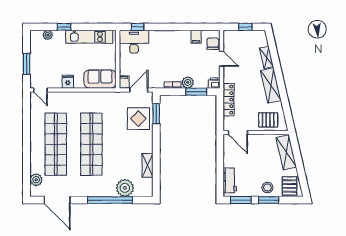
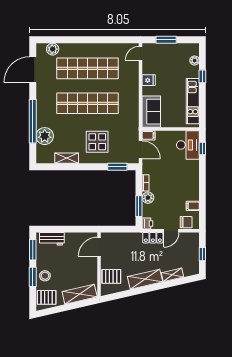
locker: (229, 100) -> (153, 238), moved, width x0.66
display table: (138, 119) -> (97, 142), moved
pallet: (268, 120) -> (111, 276), turned 90

